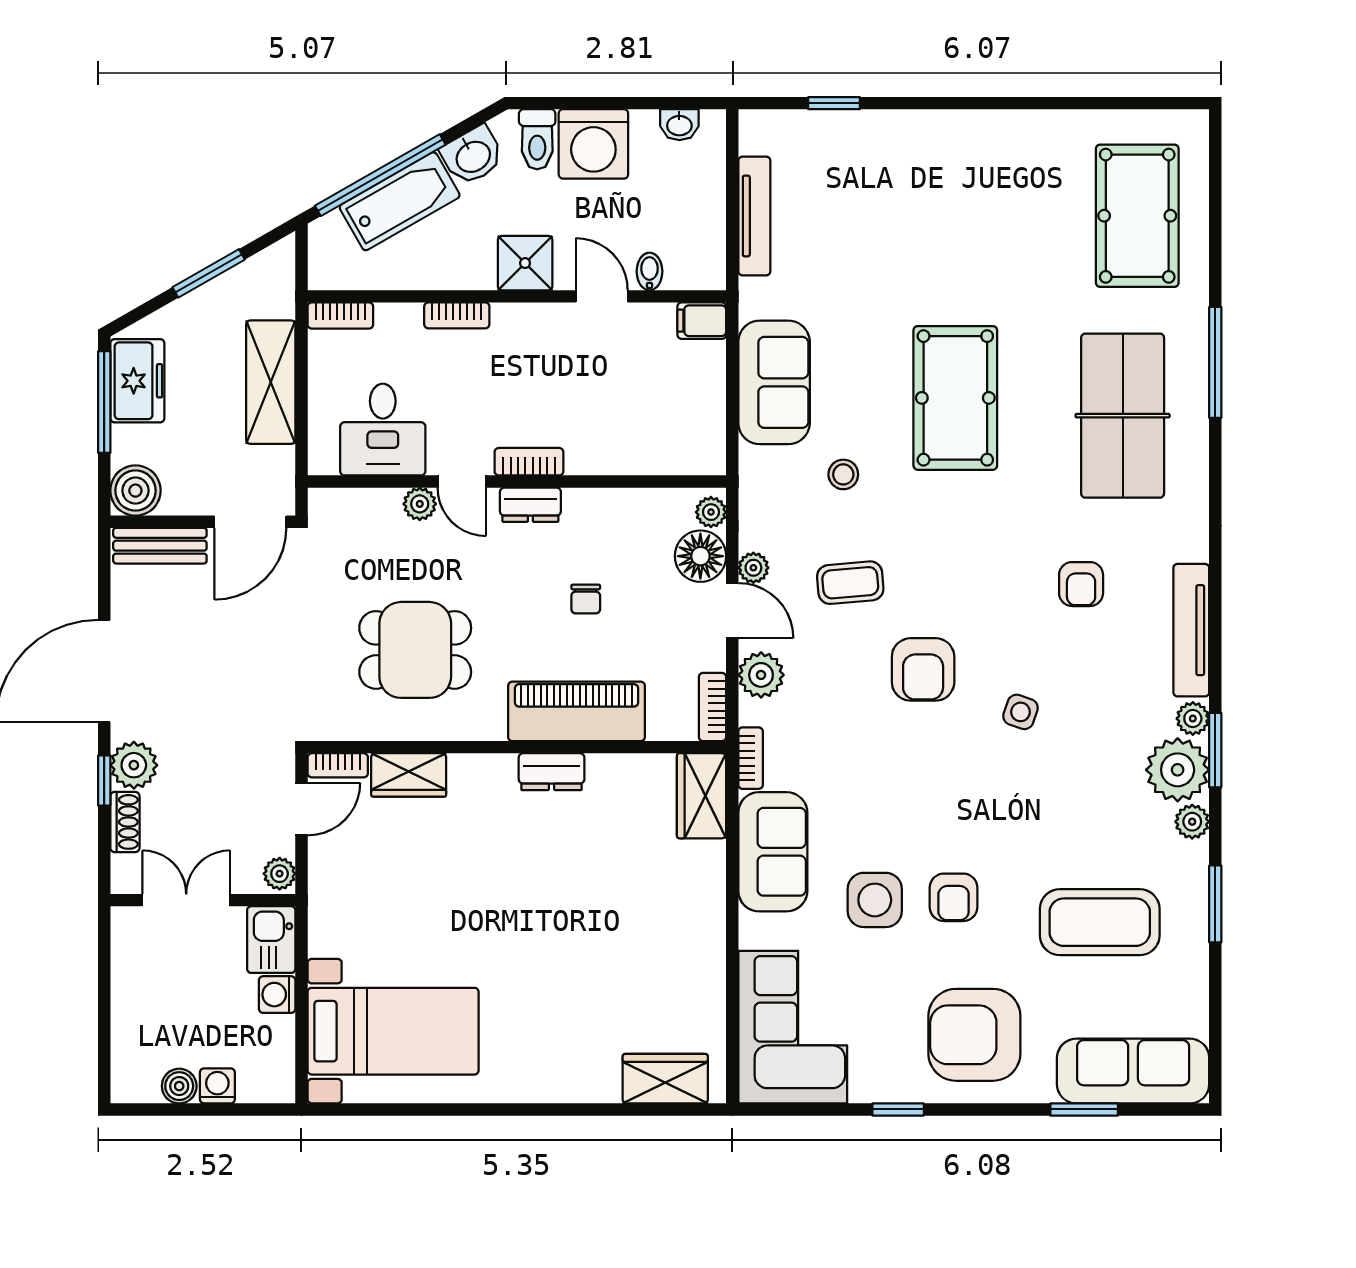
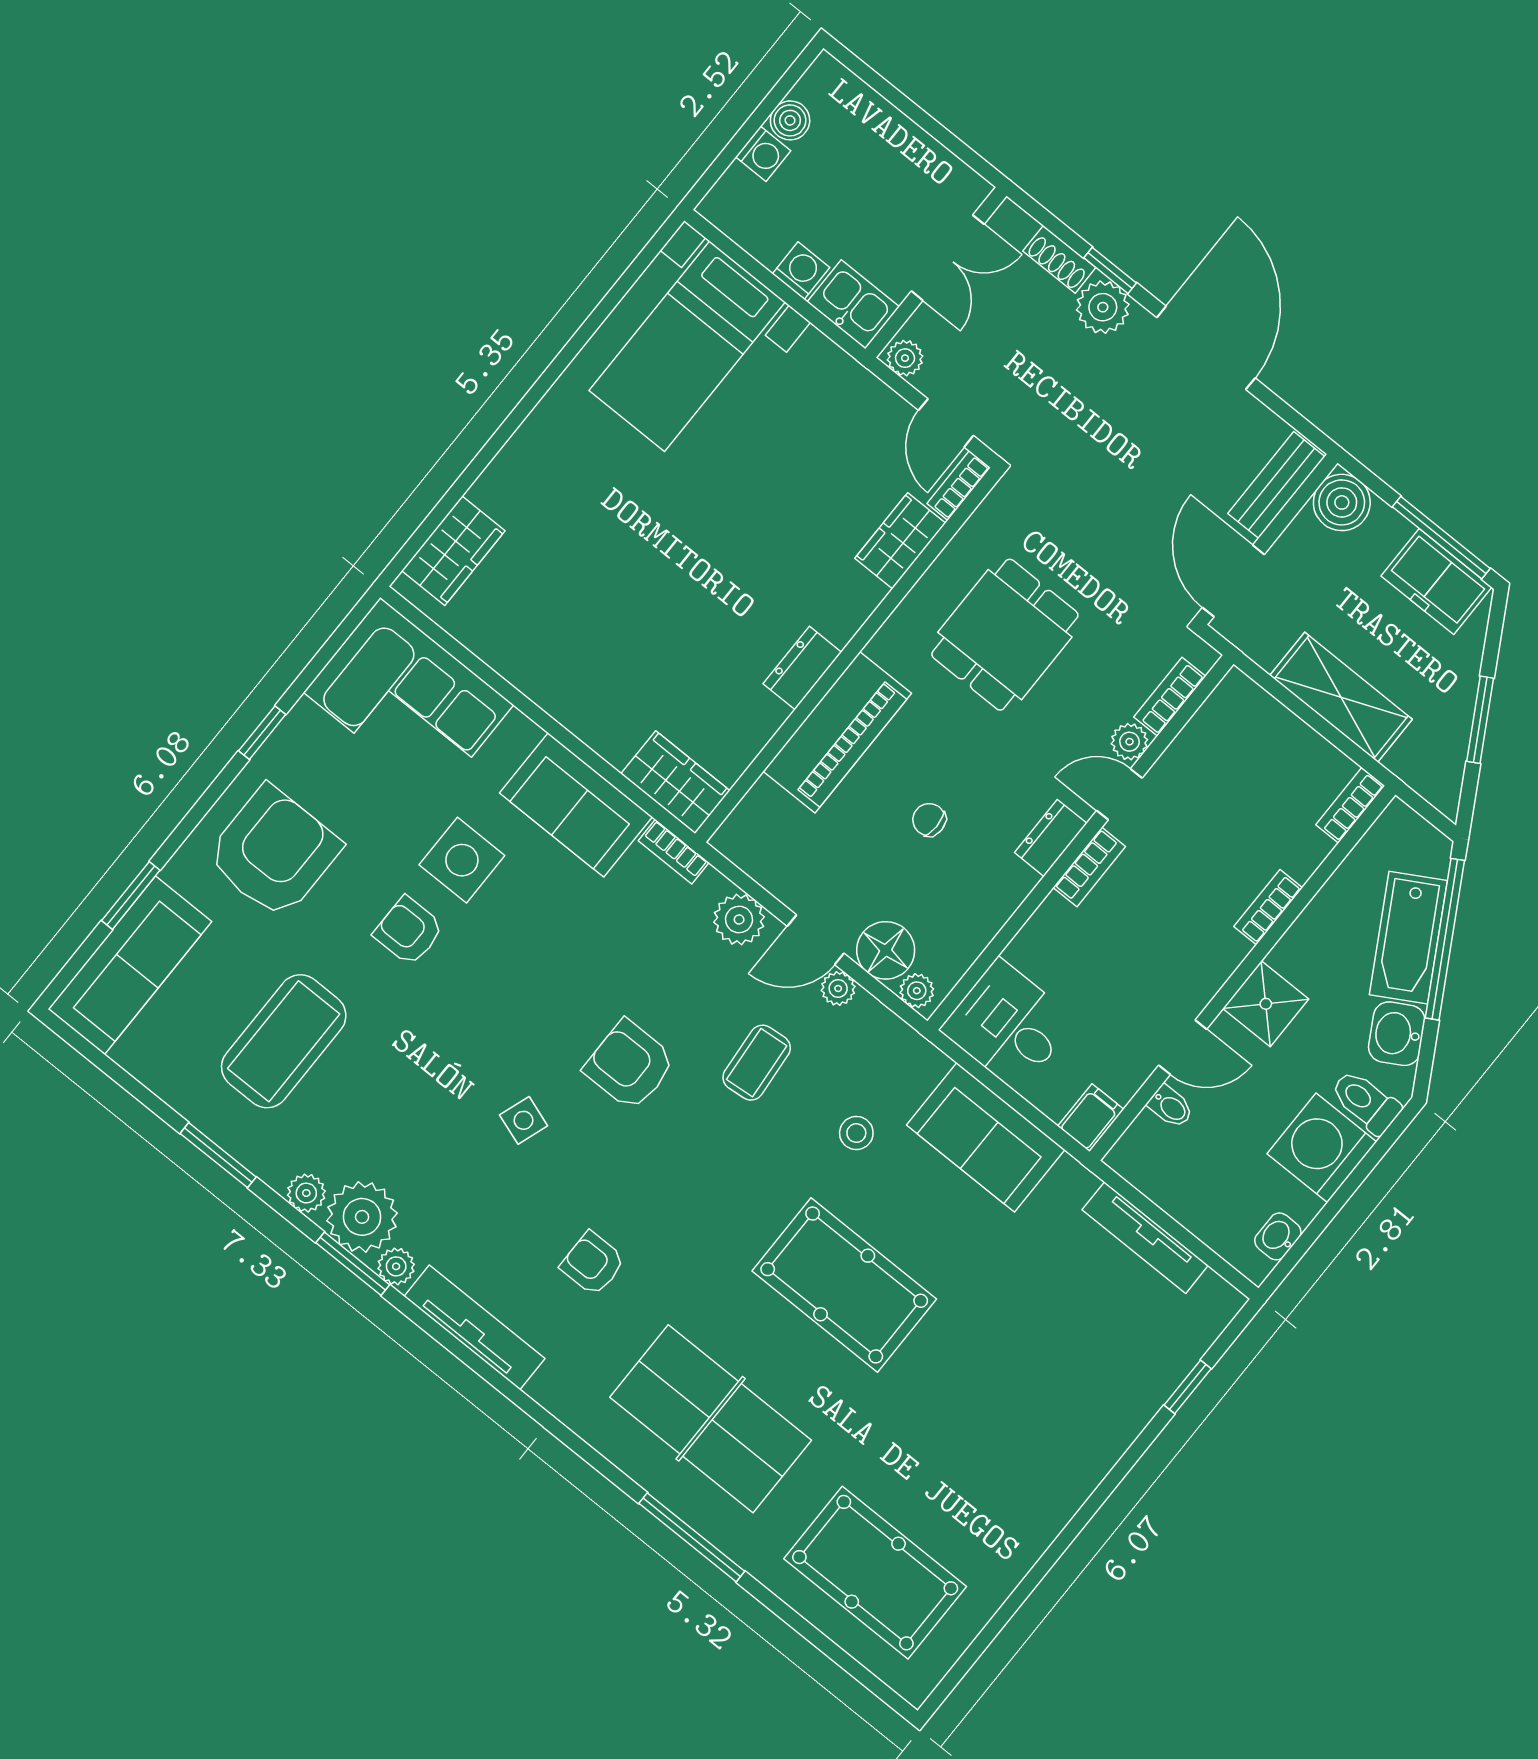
desk: (383, 430) -> (1008, 1025), moved
bookcase: (713, 707) -> (1170, 697), moved, turned -90

